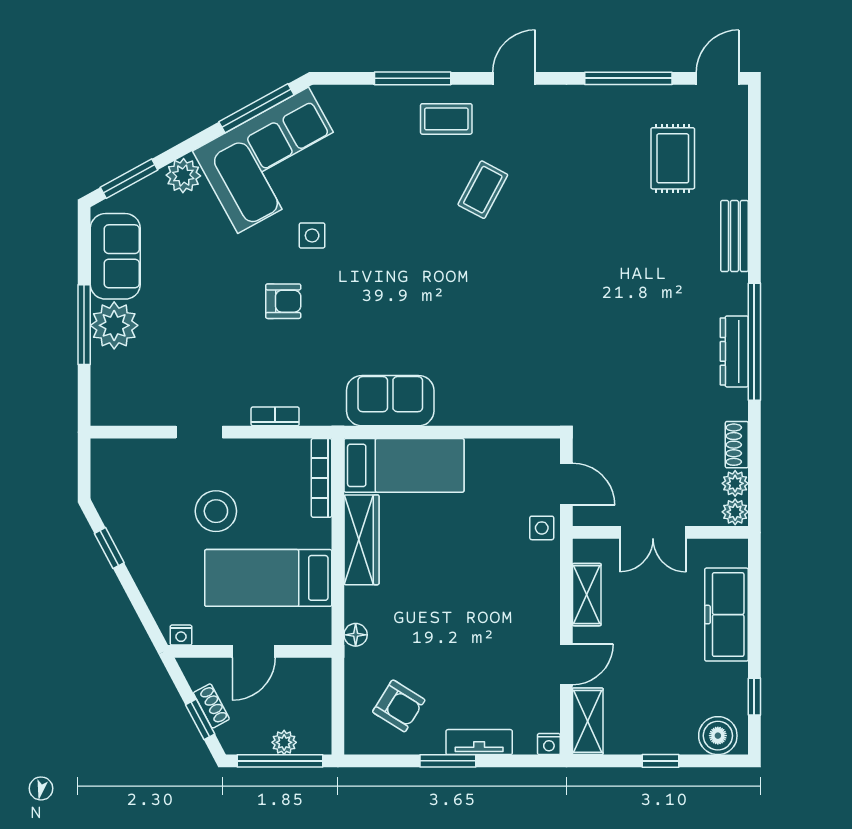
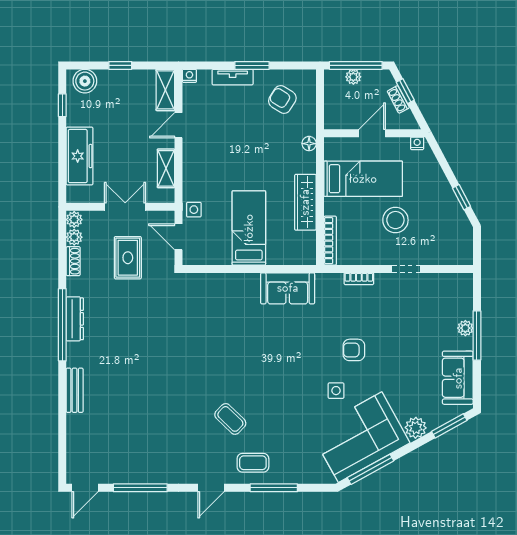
rug: (673, 158) -> (128, 258), moved
coffee table: (483, 190) -> (230, 419), turned -74
plant: (114, 325) -> (465, 328), width x0.53, depth x0.53
bed: (404, 465) -> (249, 228), moved, turned 90

